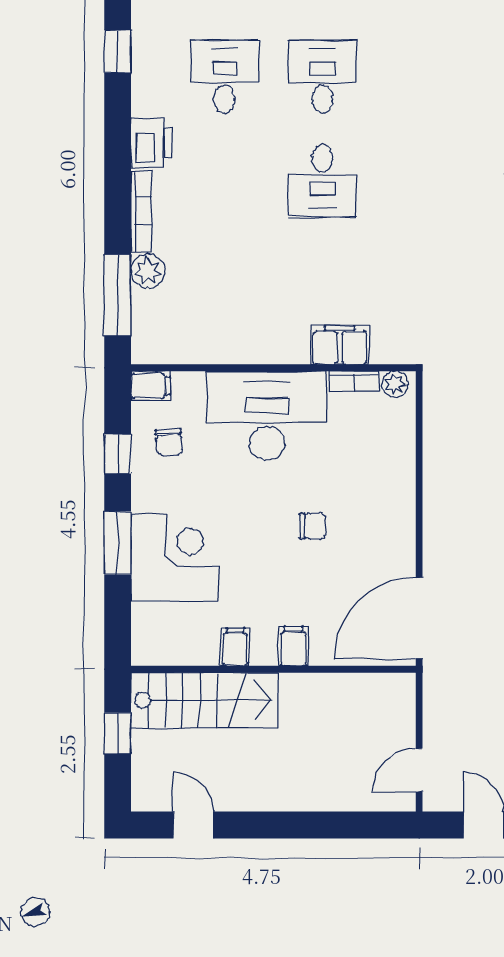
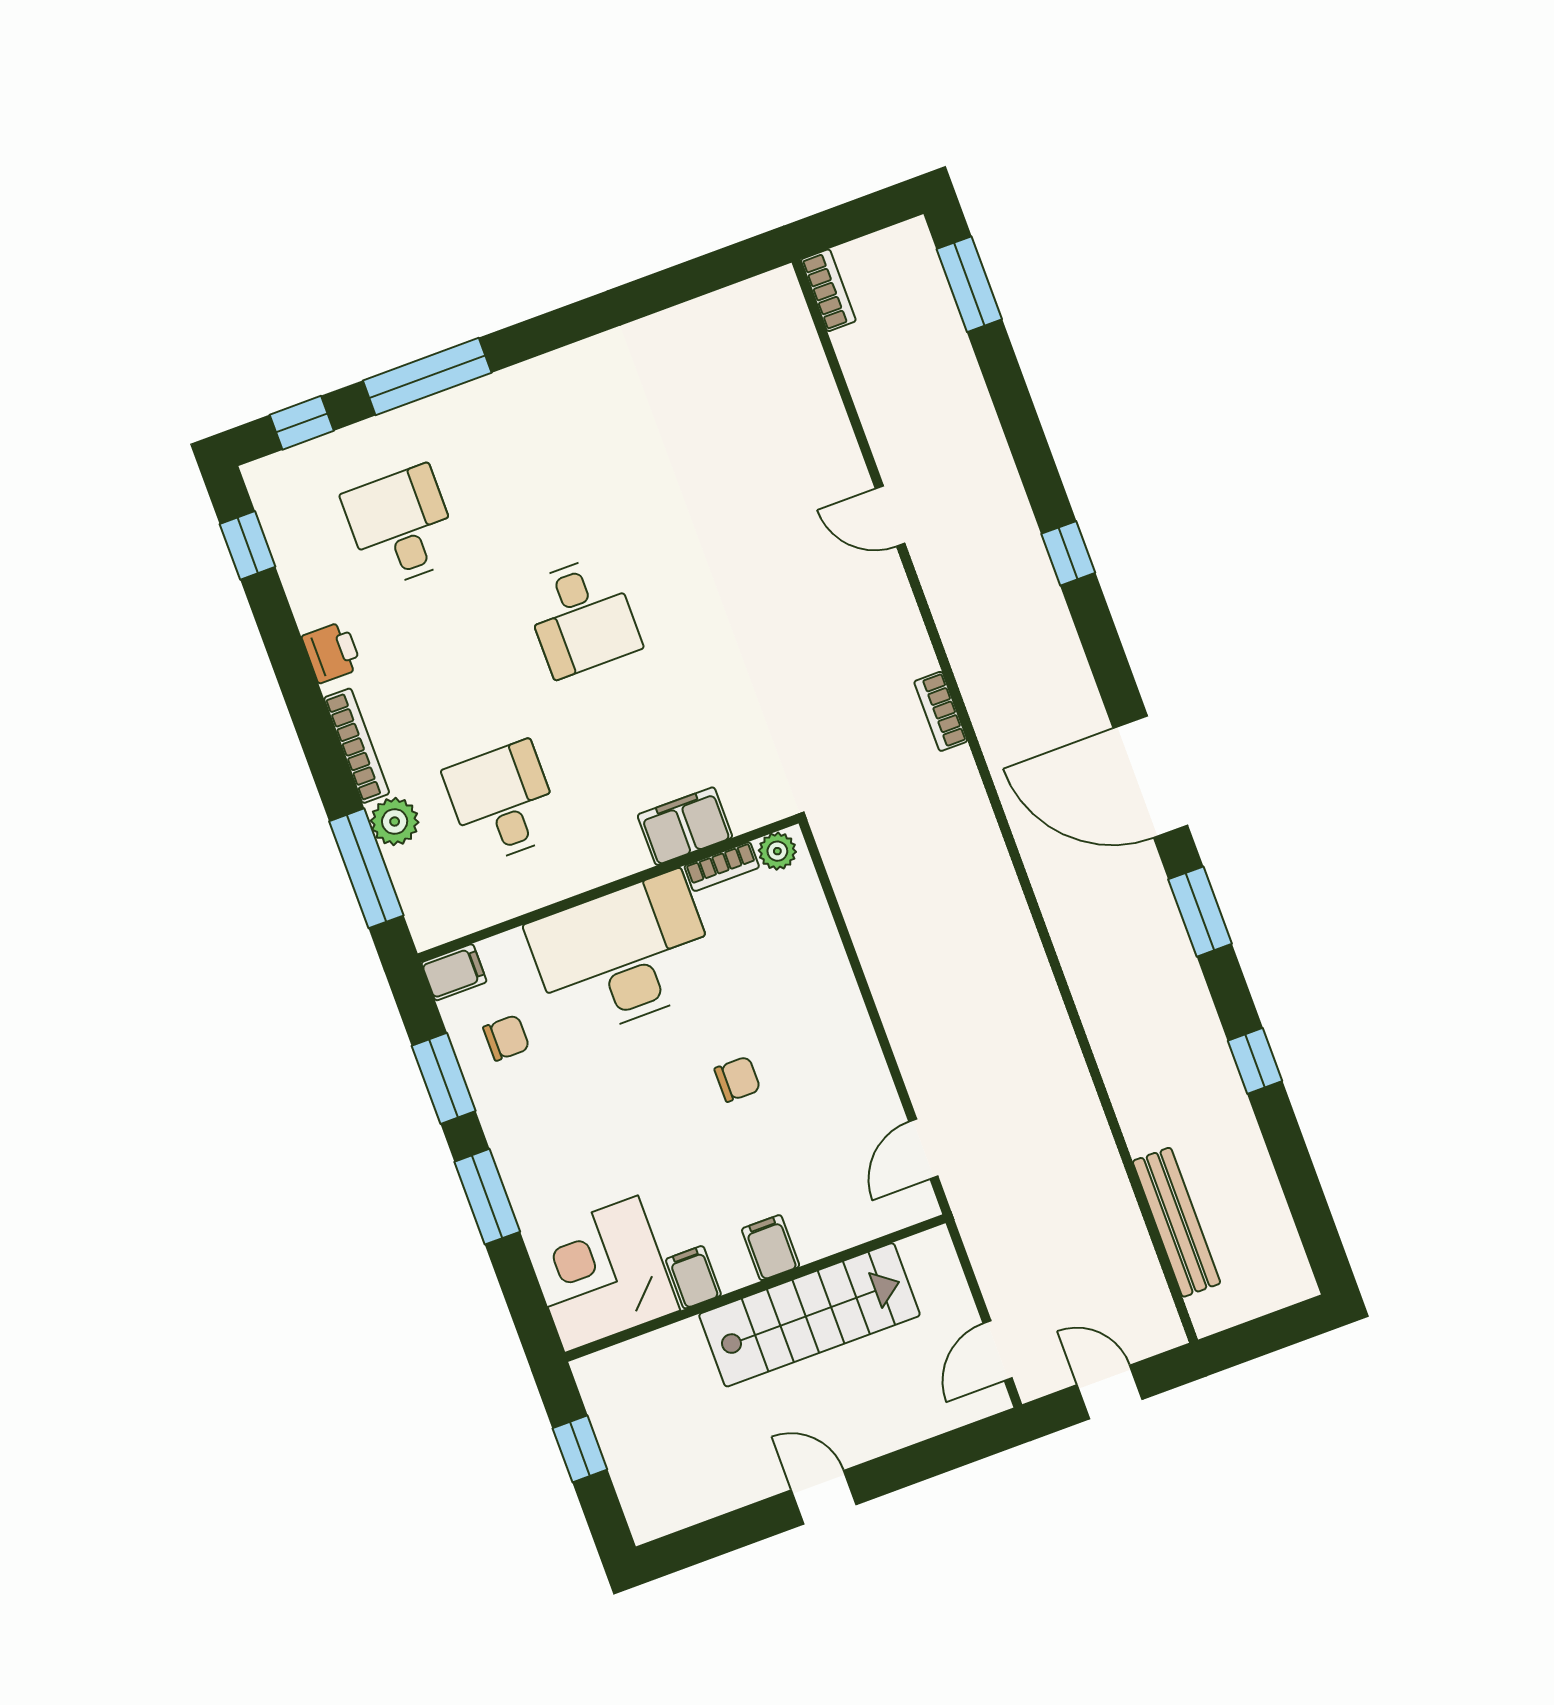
desk: (322, 77) -> (503, 802), moved
printer: (151, 143) -> (332, 652), width x0.73, depth x0.81
chair: (169, 442) -> (506, 1038), turned -86
window: (118, 454) -> (444, 1078), width x1.50
corner desk: (175, 557) -> (601, 1274), moved, turned -90
door: (419, 618) -> (923, 1149), width x0.53
stairs: (204, 700) -> (809, 1315), moved
door: (193, 825) -> (824, 1497), moved

